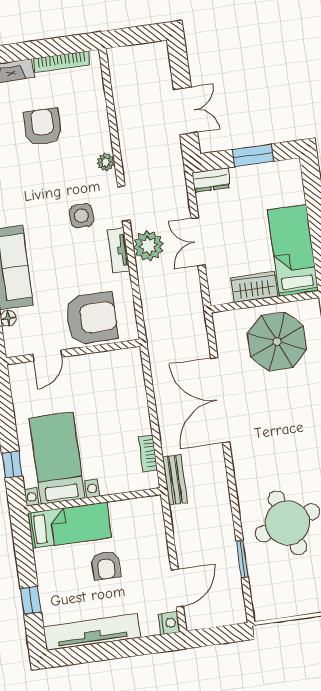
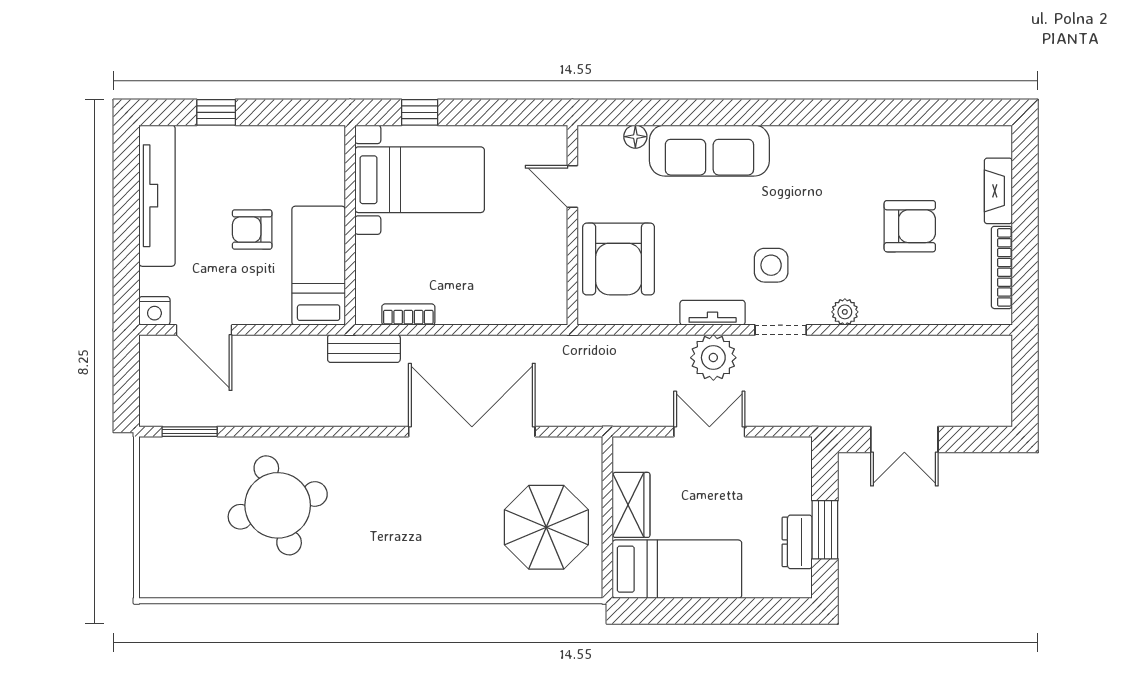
dresser: (211, 180) -> (797, 542), moved
bed: (70, 525) -> (319, 266), moved, turned 180
window: (242, 559) -> (190, 432), moved

